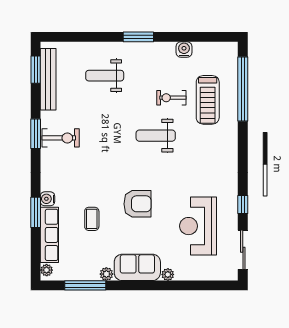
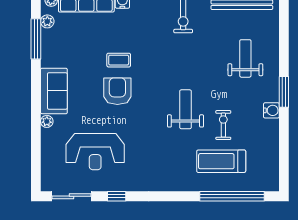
water cooler: (184, 50) -> (271, 110), moved
armchair: (138, 204) -> (117, 91), turned 180
coffee table: (92, 219) -> (119, 60), moved
reception desk: (198, 226) -> (95, 152), turned 180
plant: (106, 274) -> (47, 21), moved

